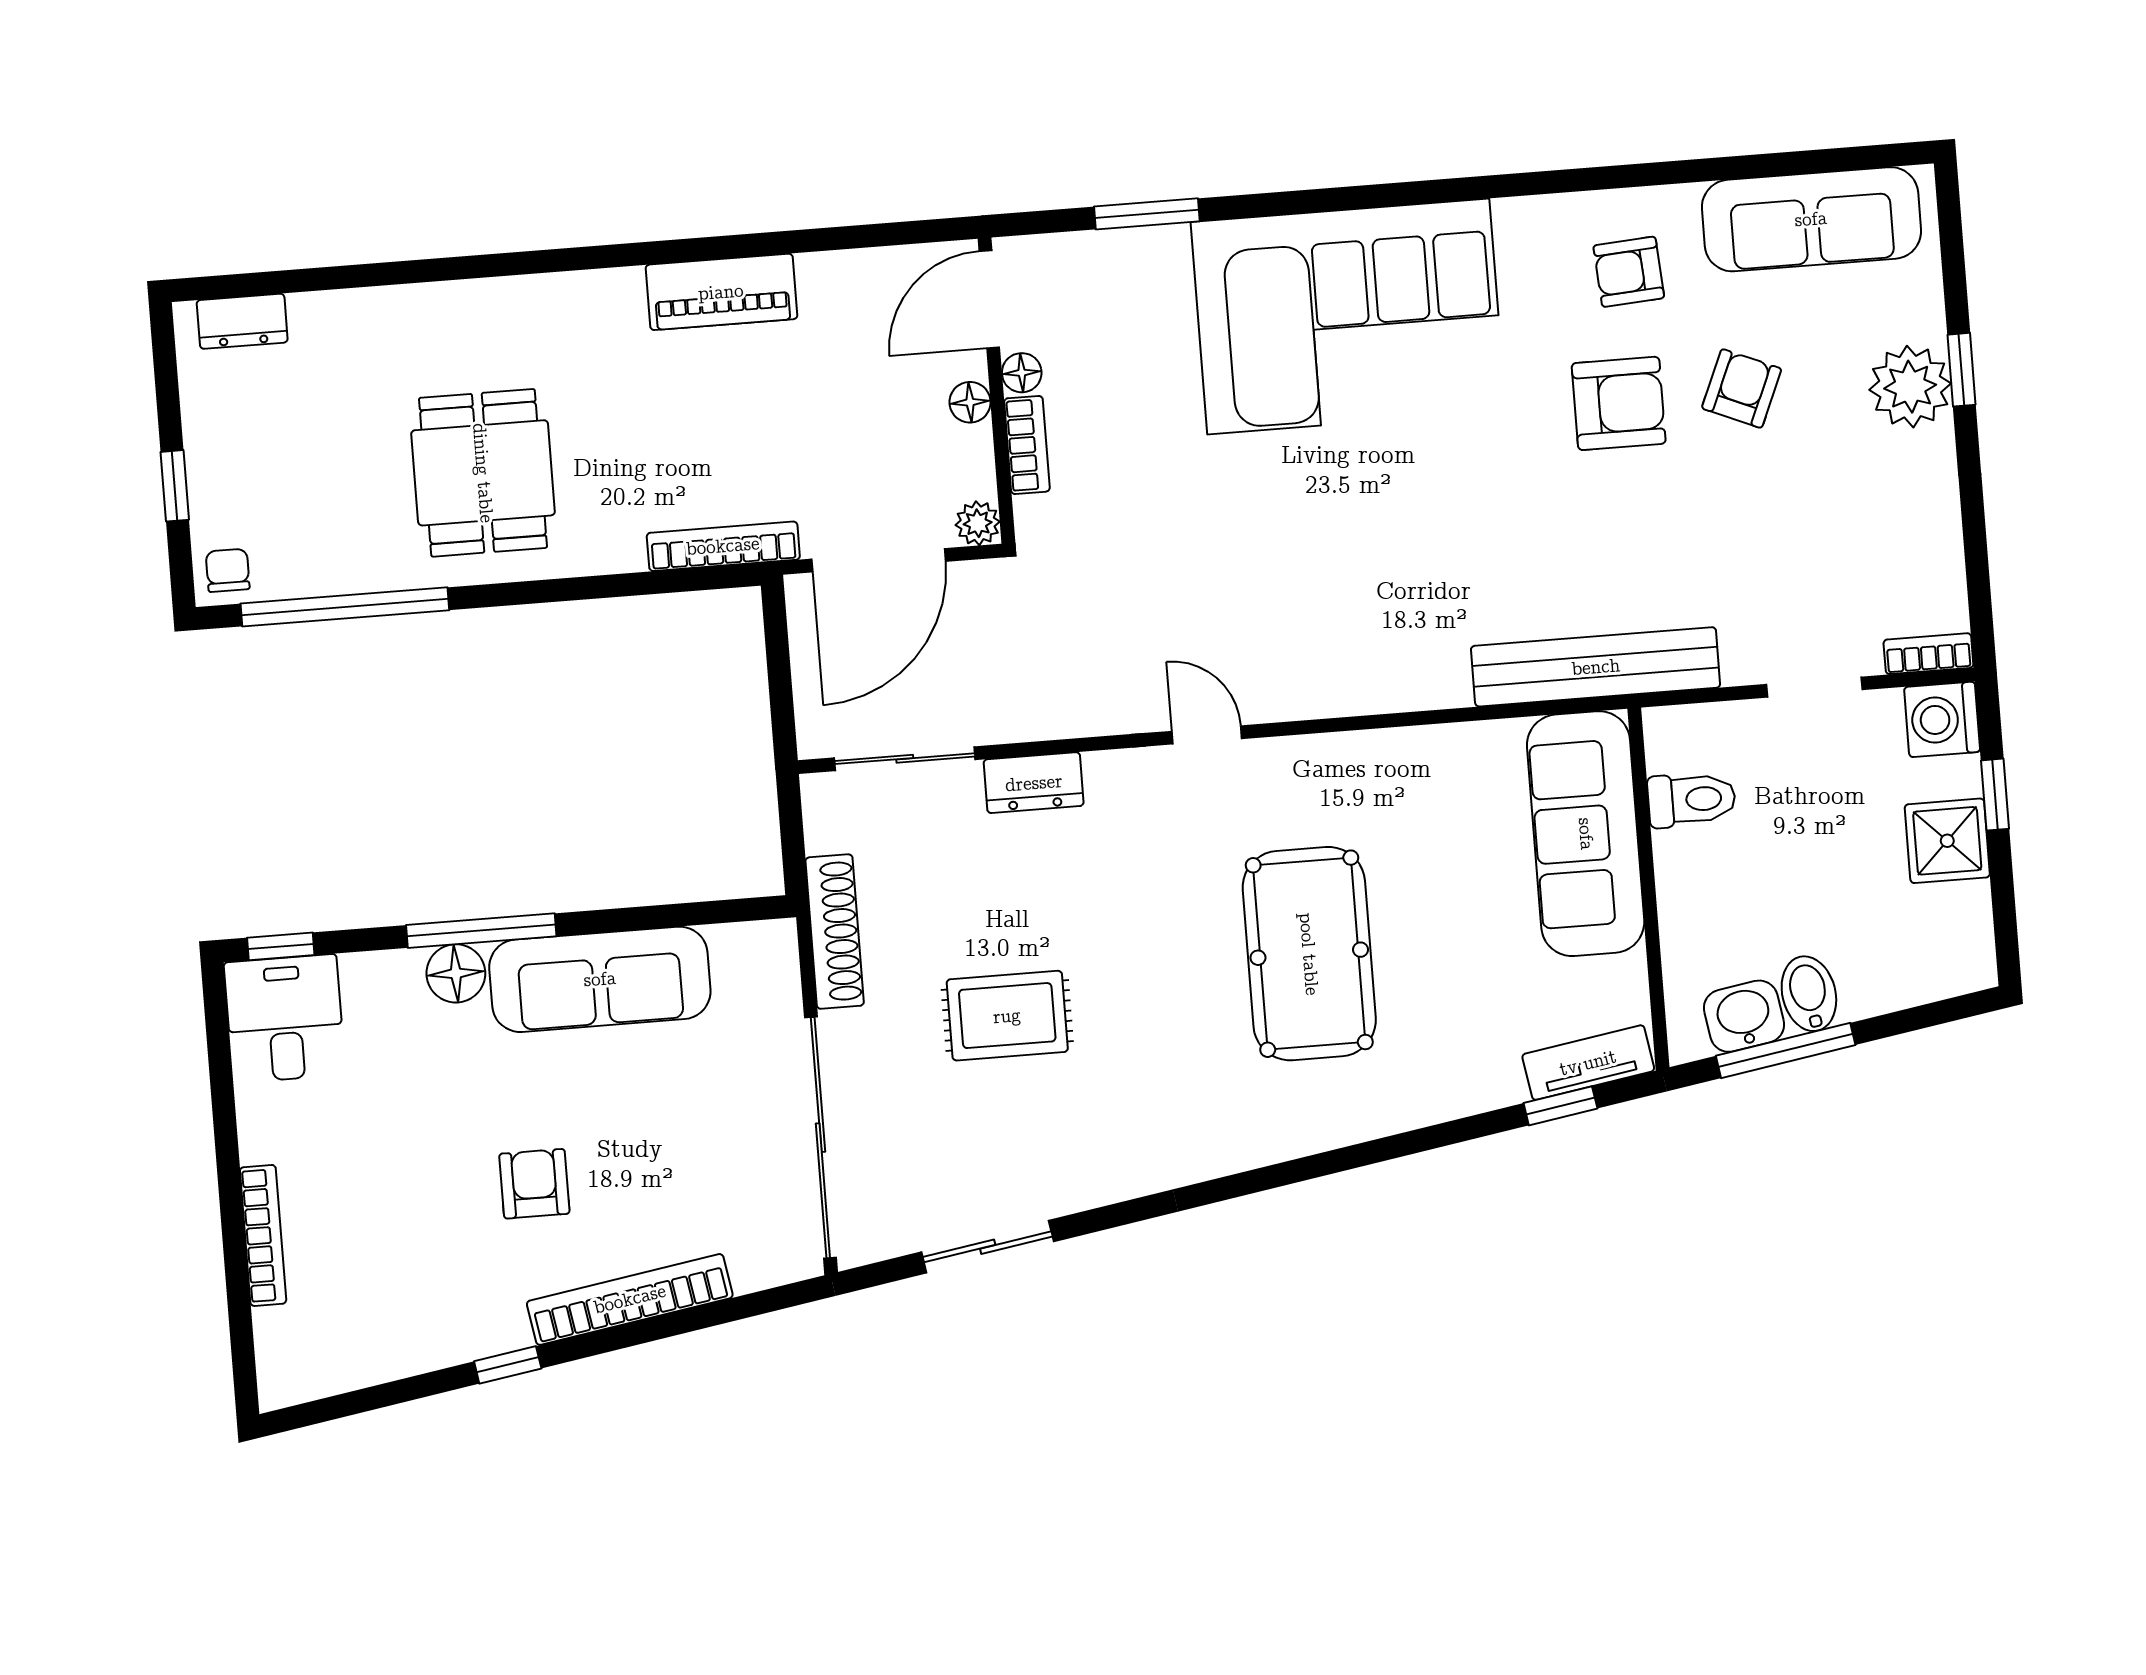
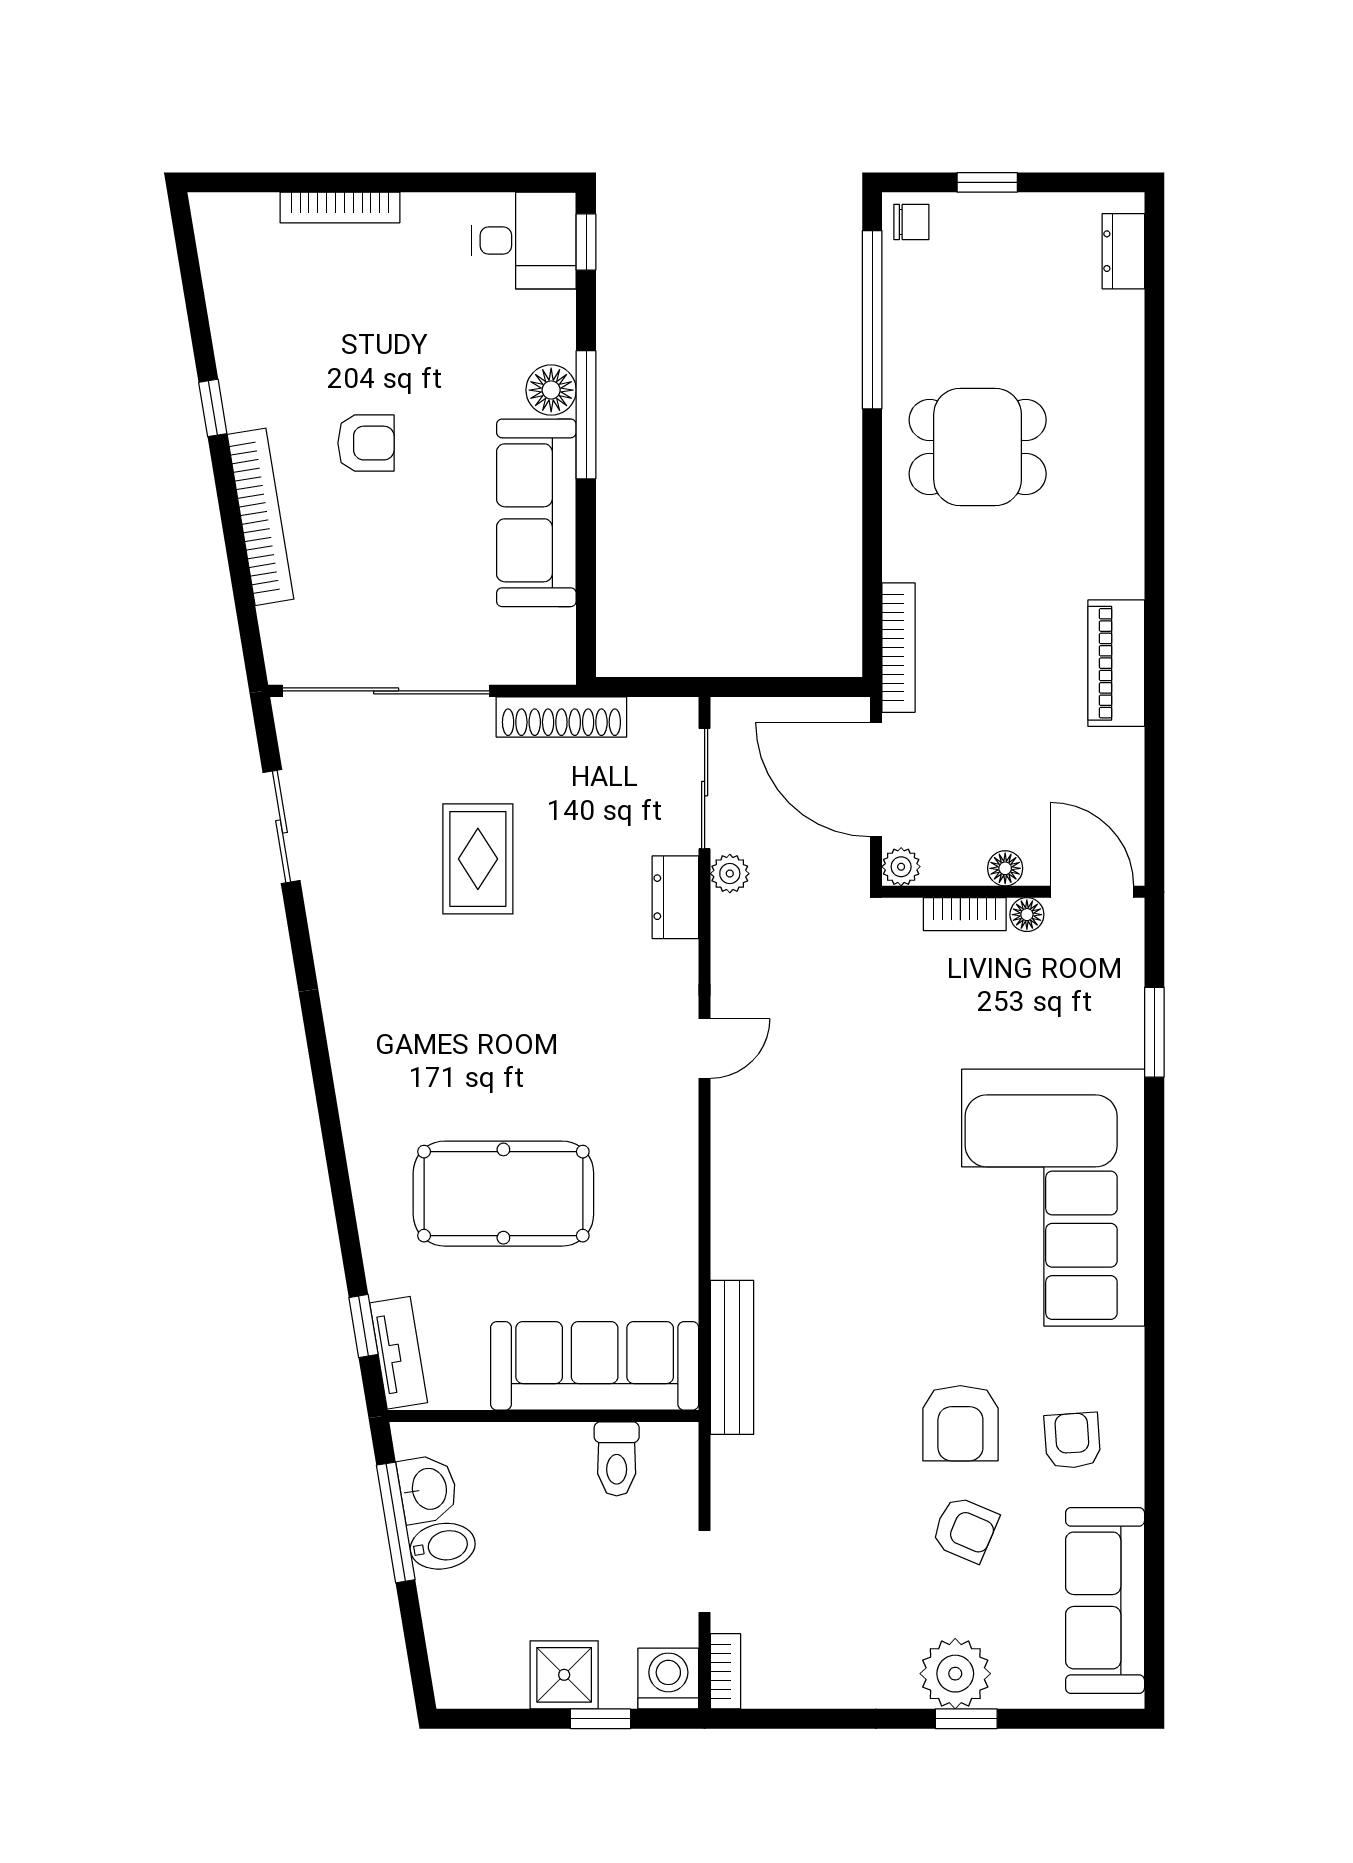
bench: (1596, 667) -> (732, 1357), width x0.73, depth x0.82
plant: (1001, 722) -> (730, 874), added
pool table: (1309, 954) -> (503, 1194), moved

